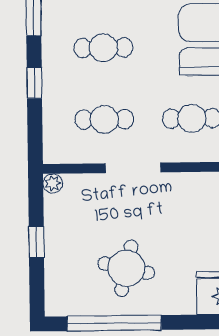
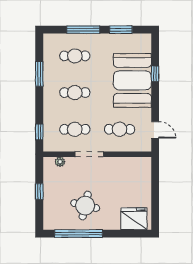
window: (34, 83) -> (39, 132), moved
plant: (53, 183) -> (60, 162), moved

